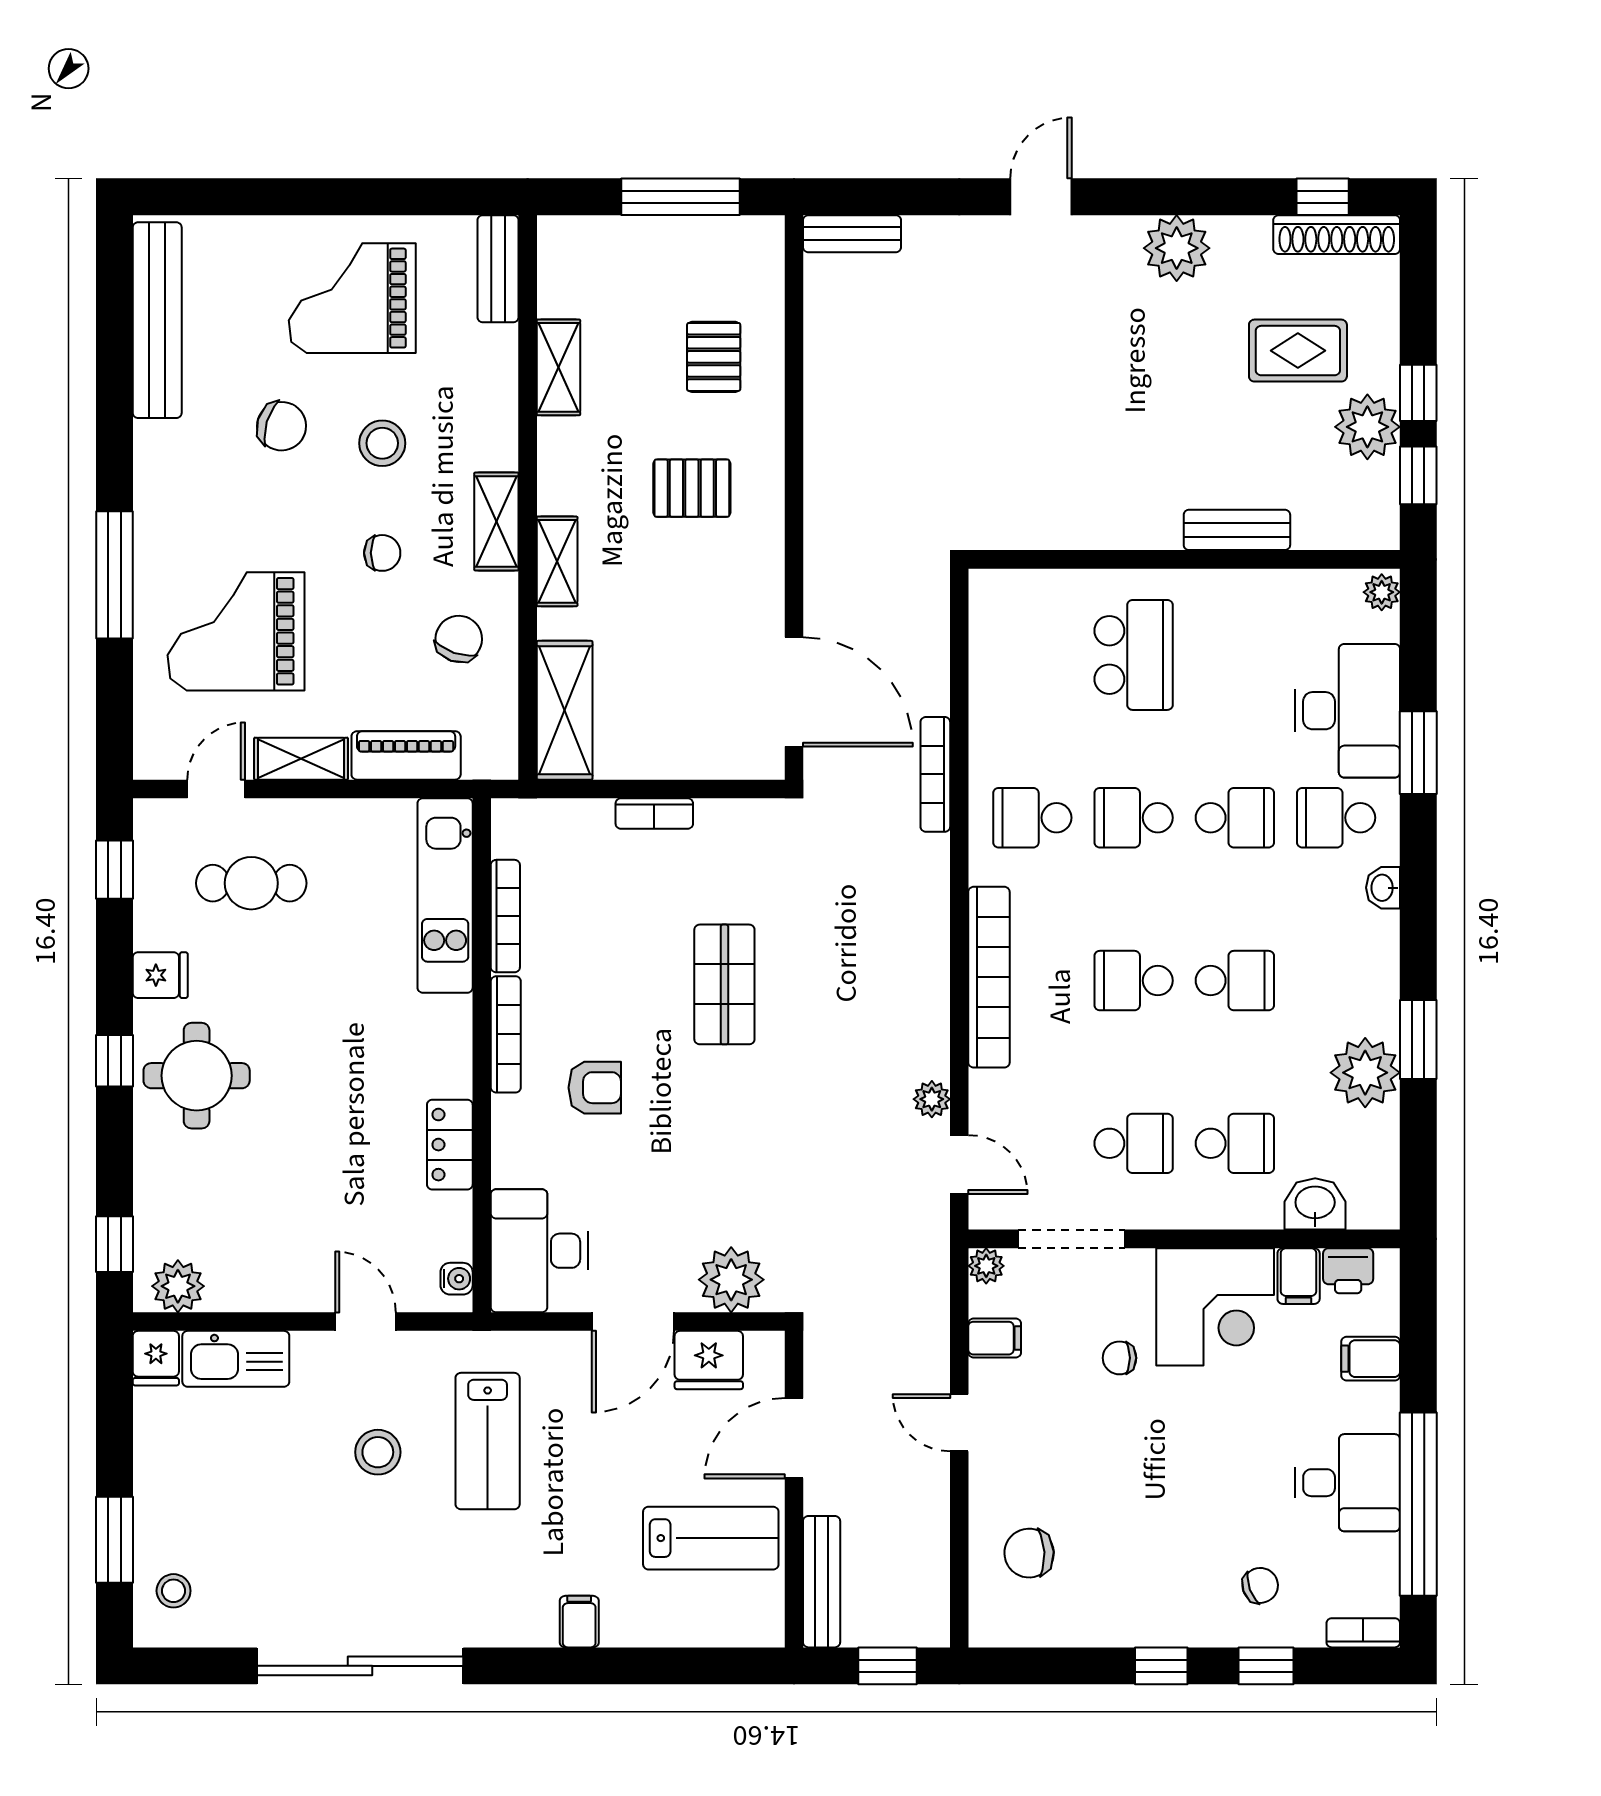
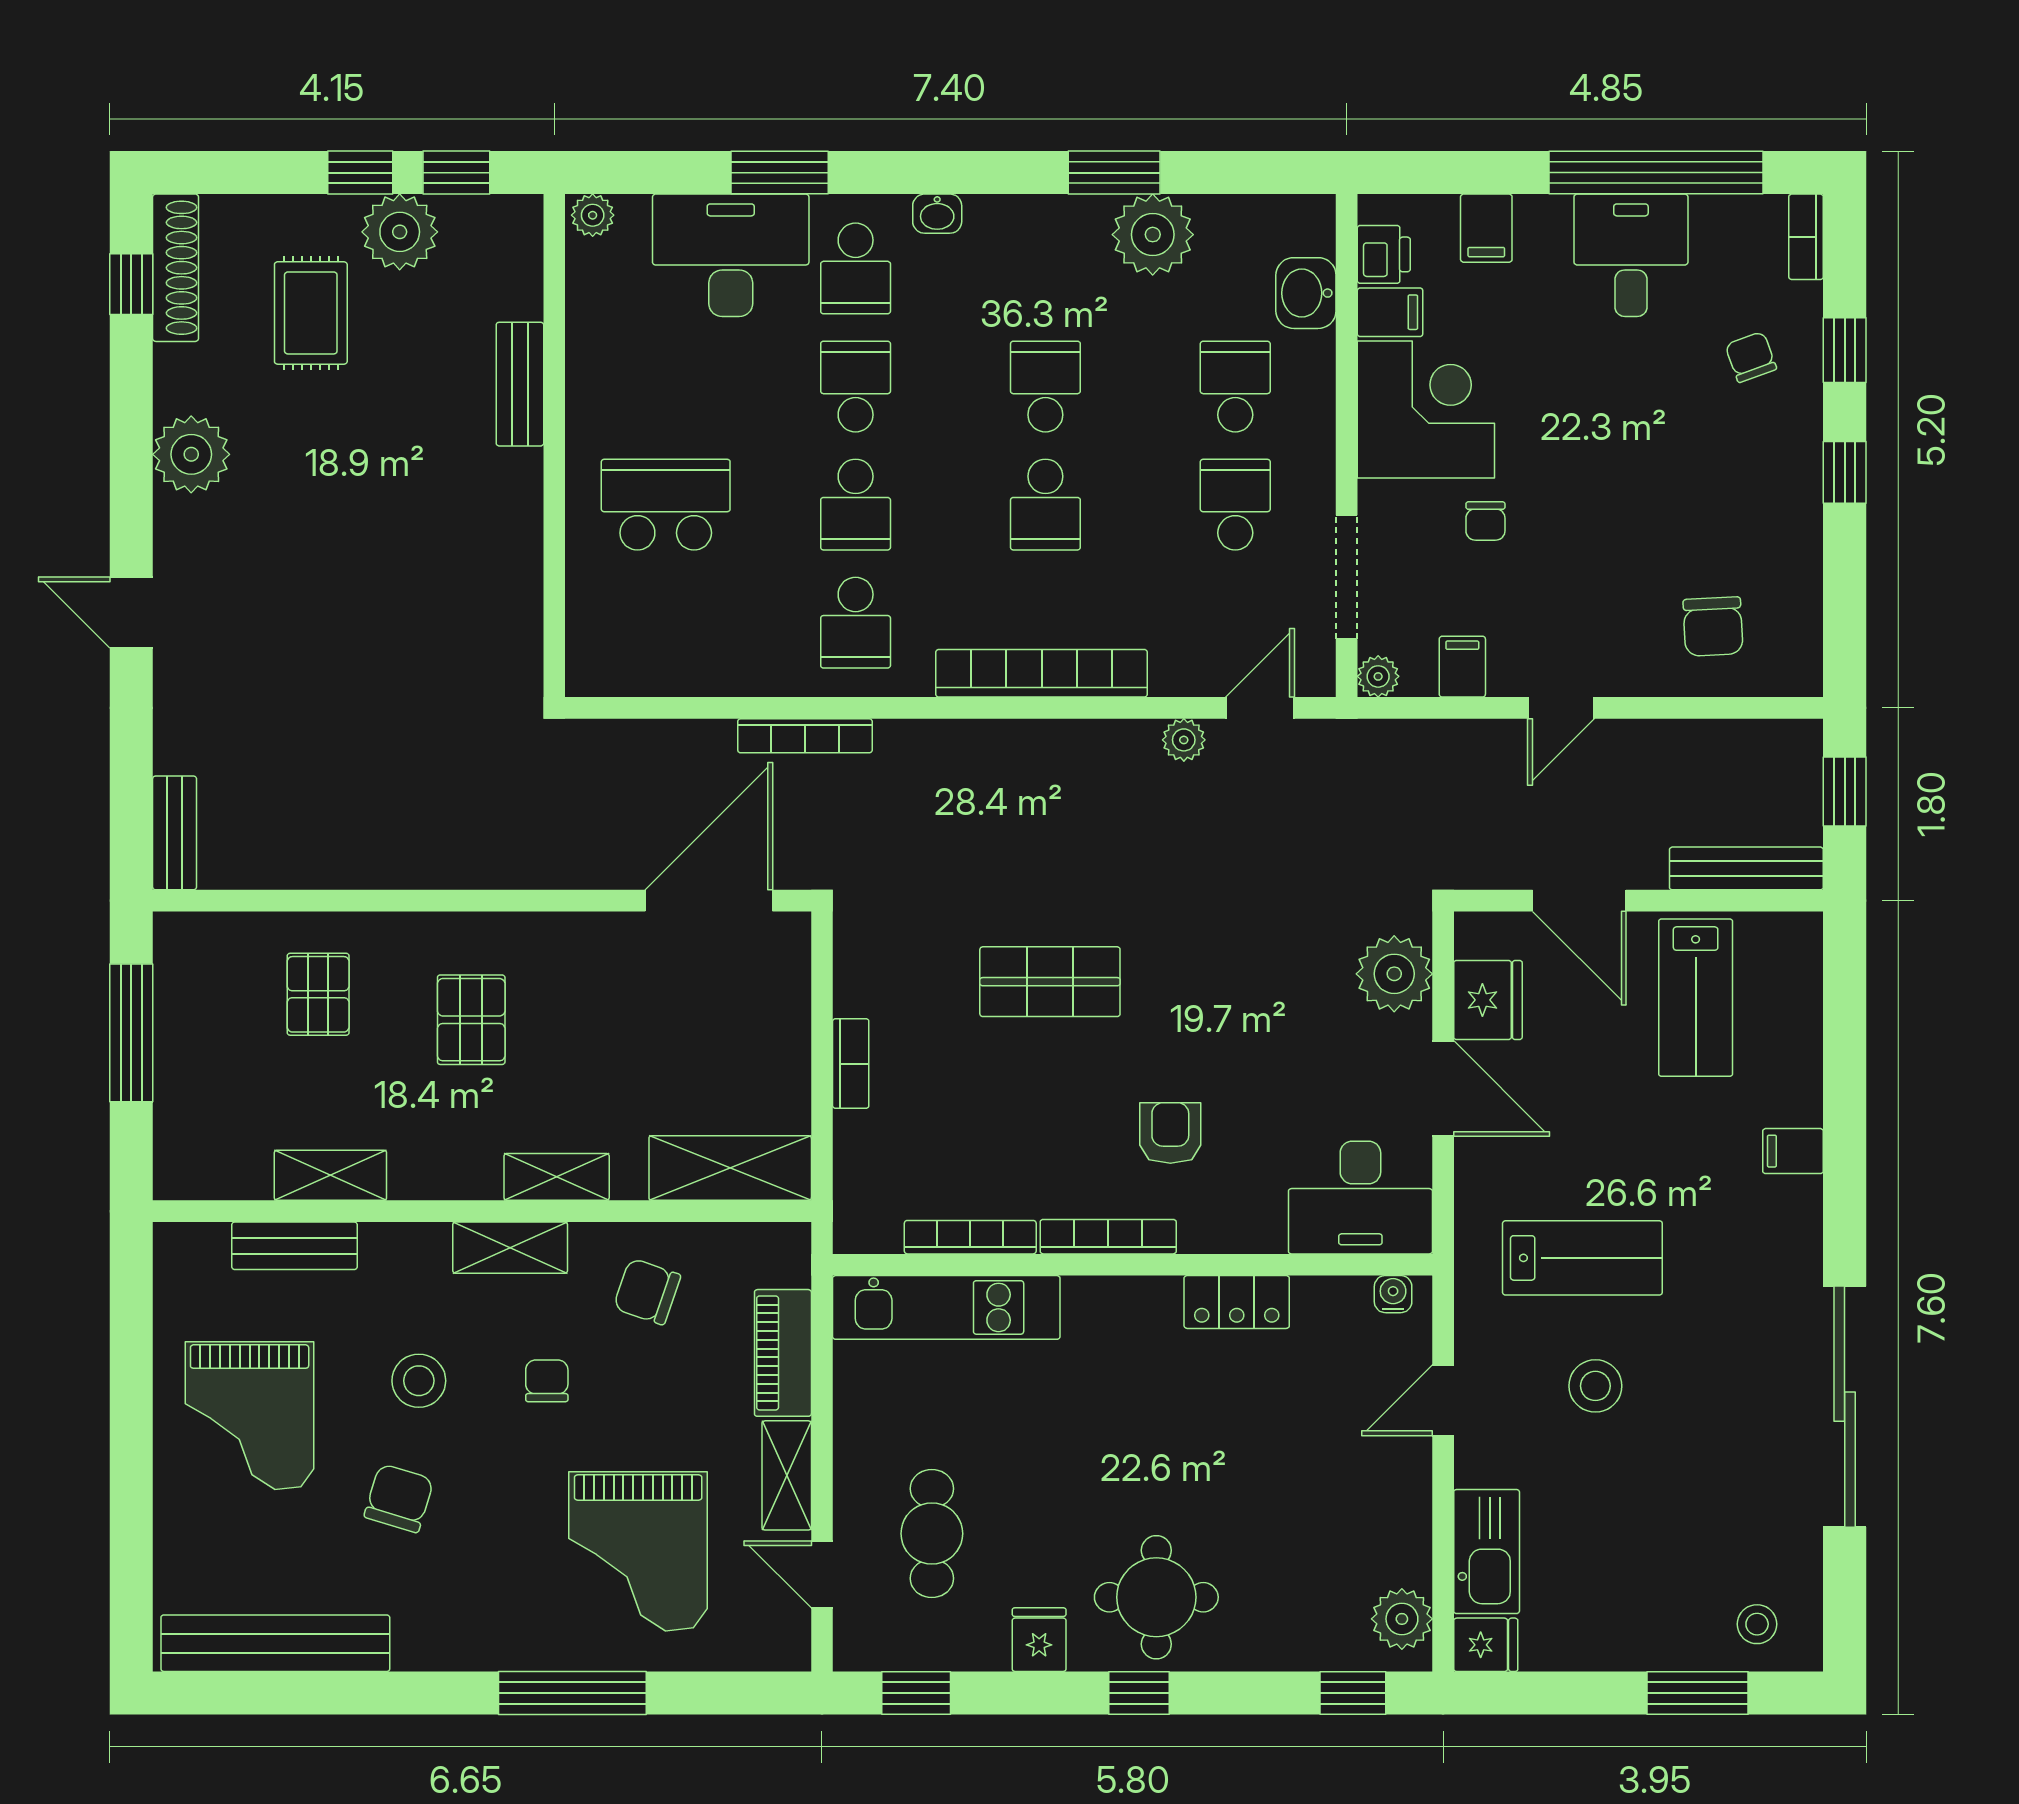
bench: (498, 269) -> (294, 1246), moved
pallet: (714, 357) -> (318, 994), turned 90
lab bench: (711, 1538) -> (1696, 998), turned 180

